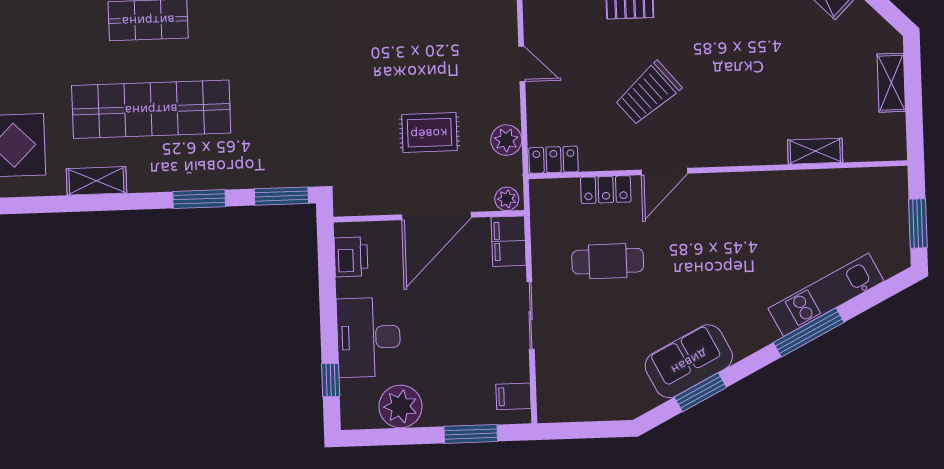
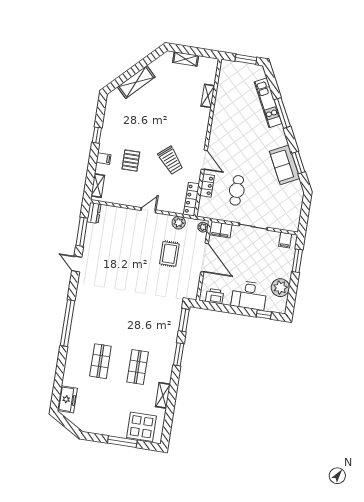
shop shelf: (151, 109) -> (138, 367), width x0.50, depth x0.74
locker: (554, 160) -> (191, 199), width x1.53

